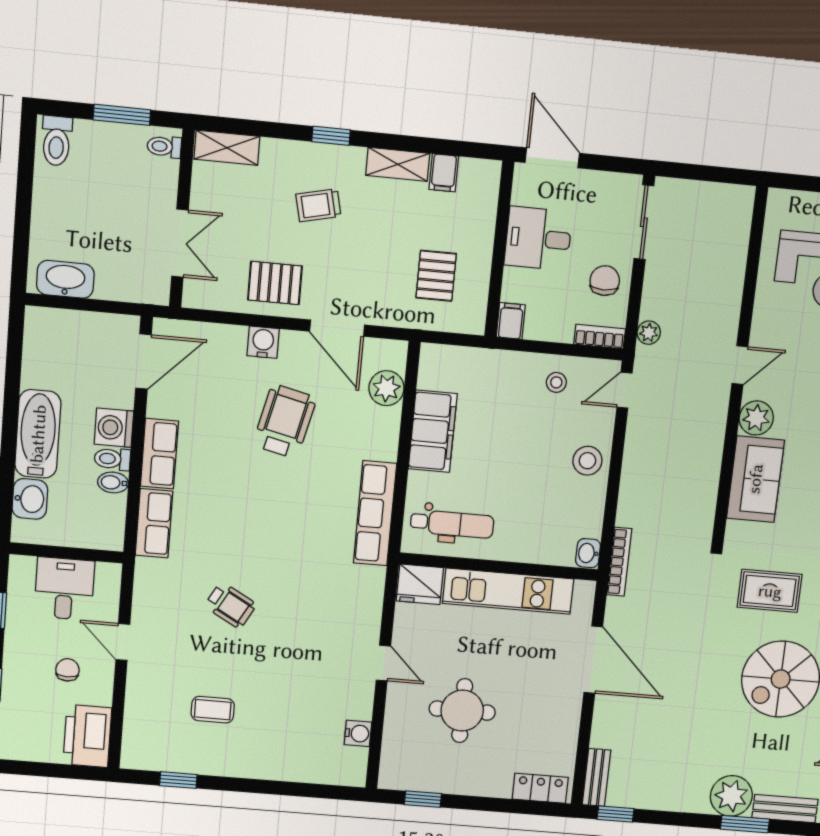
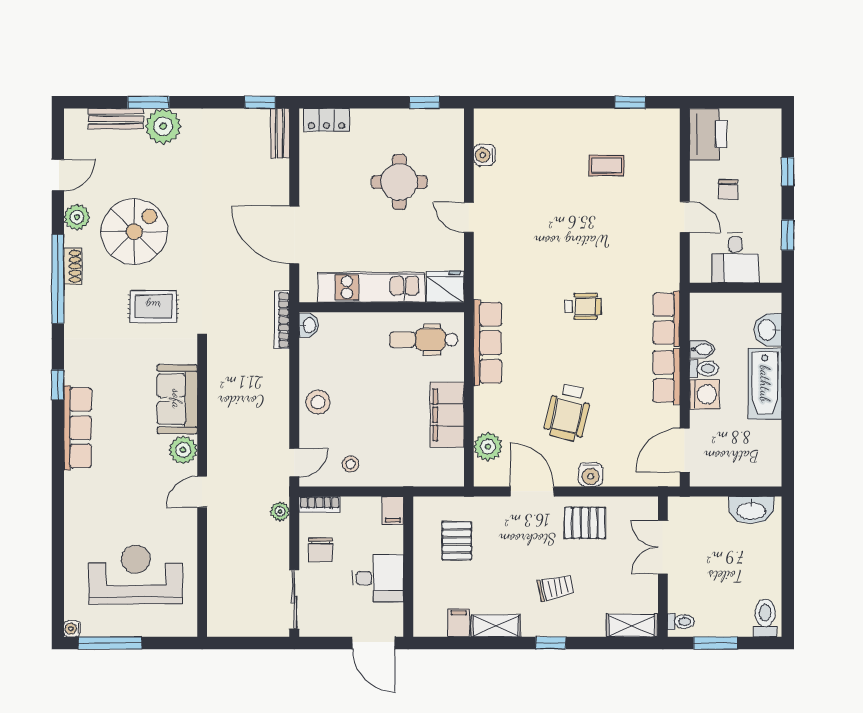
wheelchair: (230, 605) -> (583, 306), moved, turned 151

